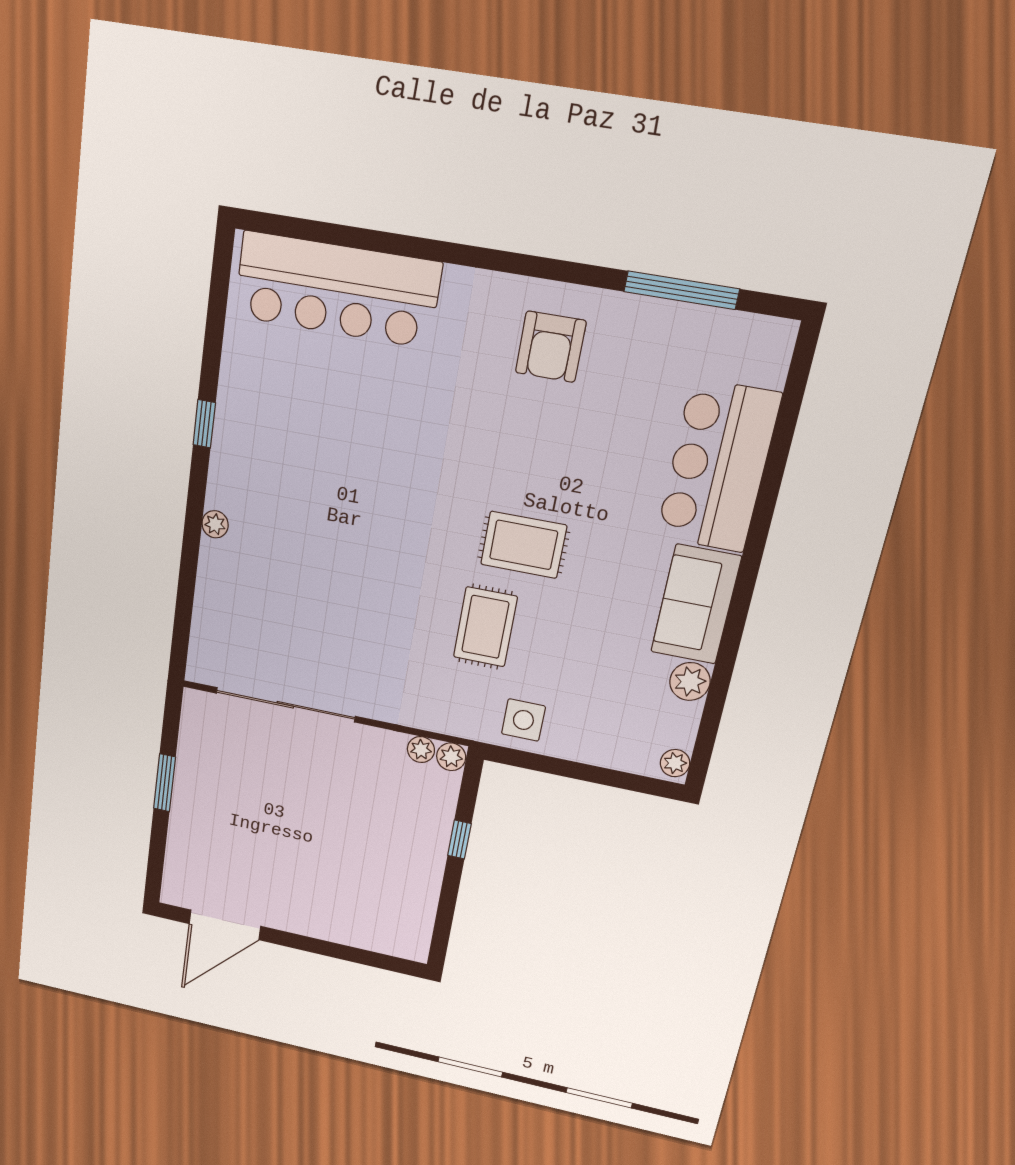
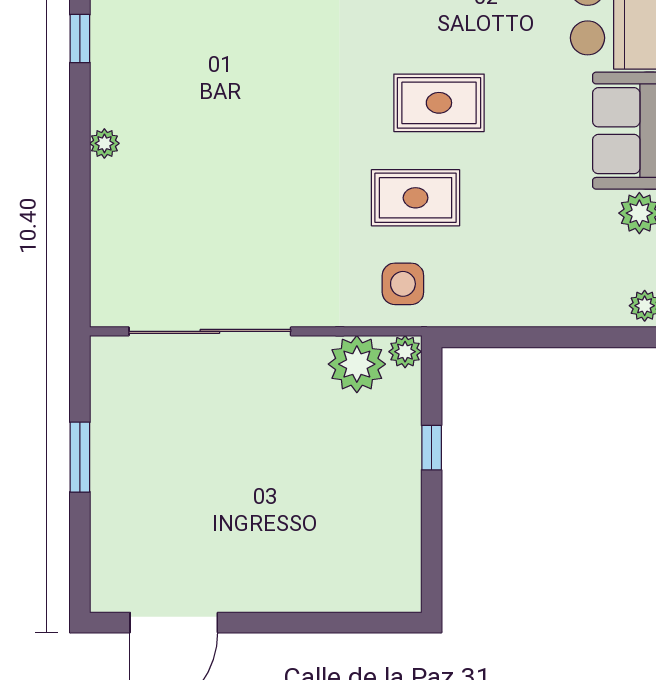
rug: (485, 627) -> (416, 198), turned 90
side table: (523, 720) -> (403, 284), moved
plant: (421, 750) -> (357, 364), width x1.88, depth x1.88

